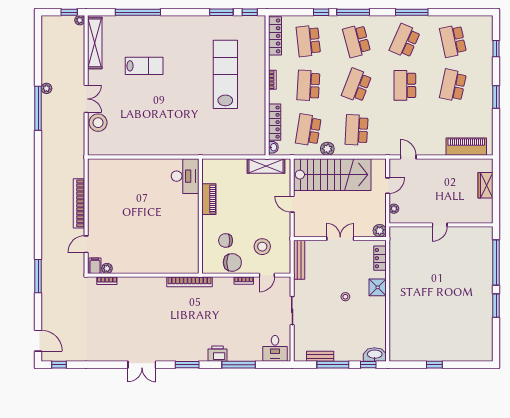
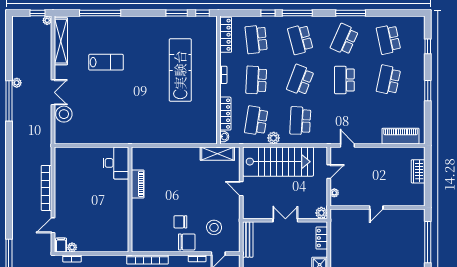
desk: (185, 176) -> (116, 163), moved
piano: (209, 199) -> (138, 184), moved
wall: (200, 216) -> (130, 199), moved

